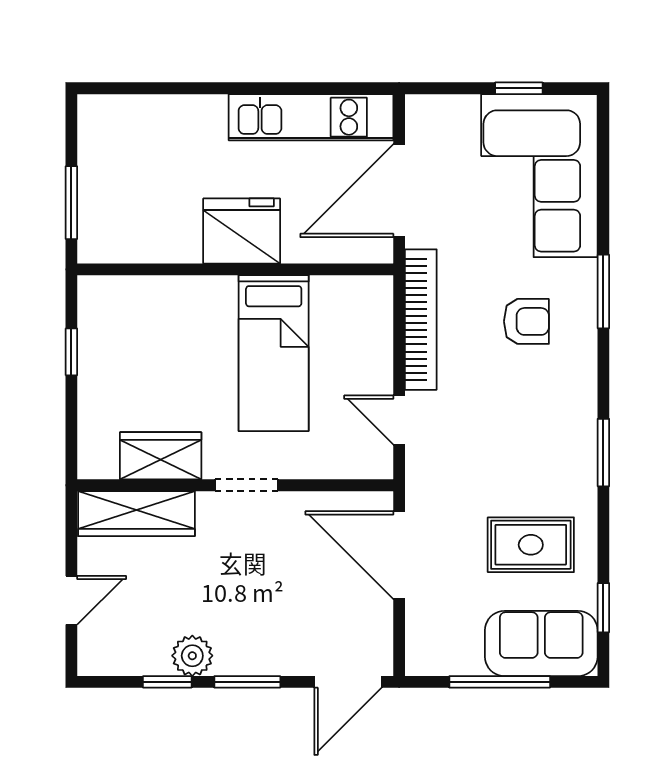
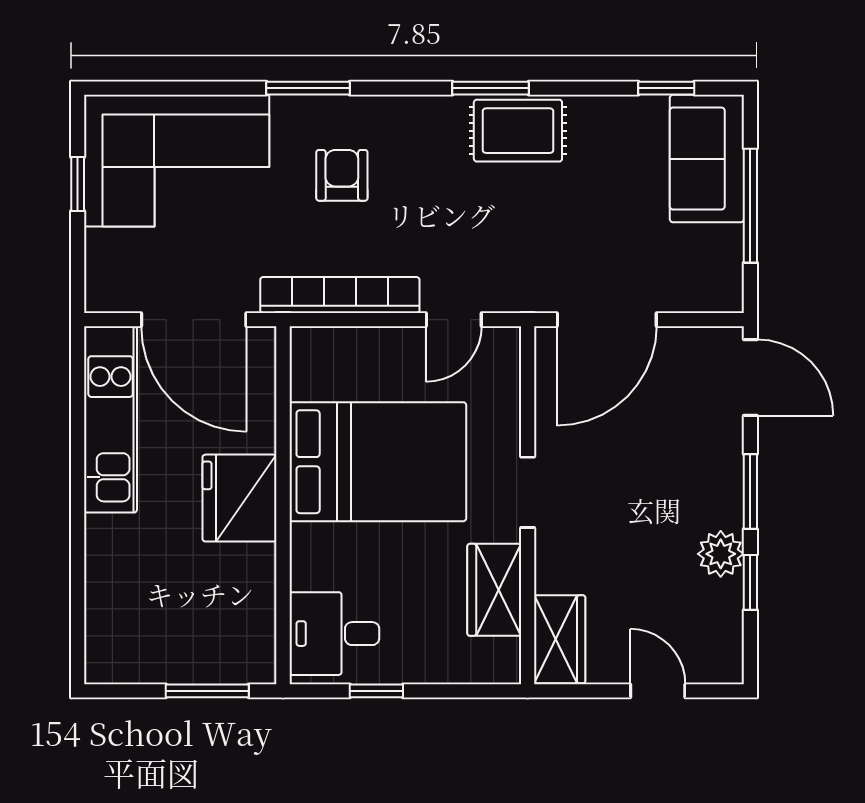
desk: (122, 315) -> (334, 634), added
bed: (274, 353) -> (378, 462), width x1.50
wardrobe: (136, 514) -> (560, 639), width x0.67
rug: (531, 545) -> (518, 131), moved, turned 90

